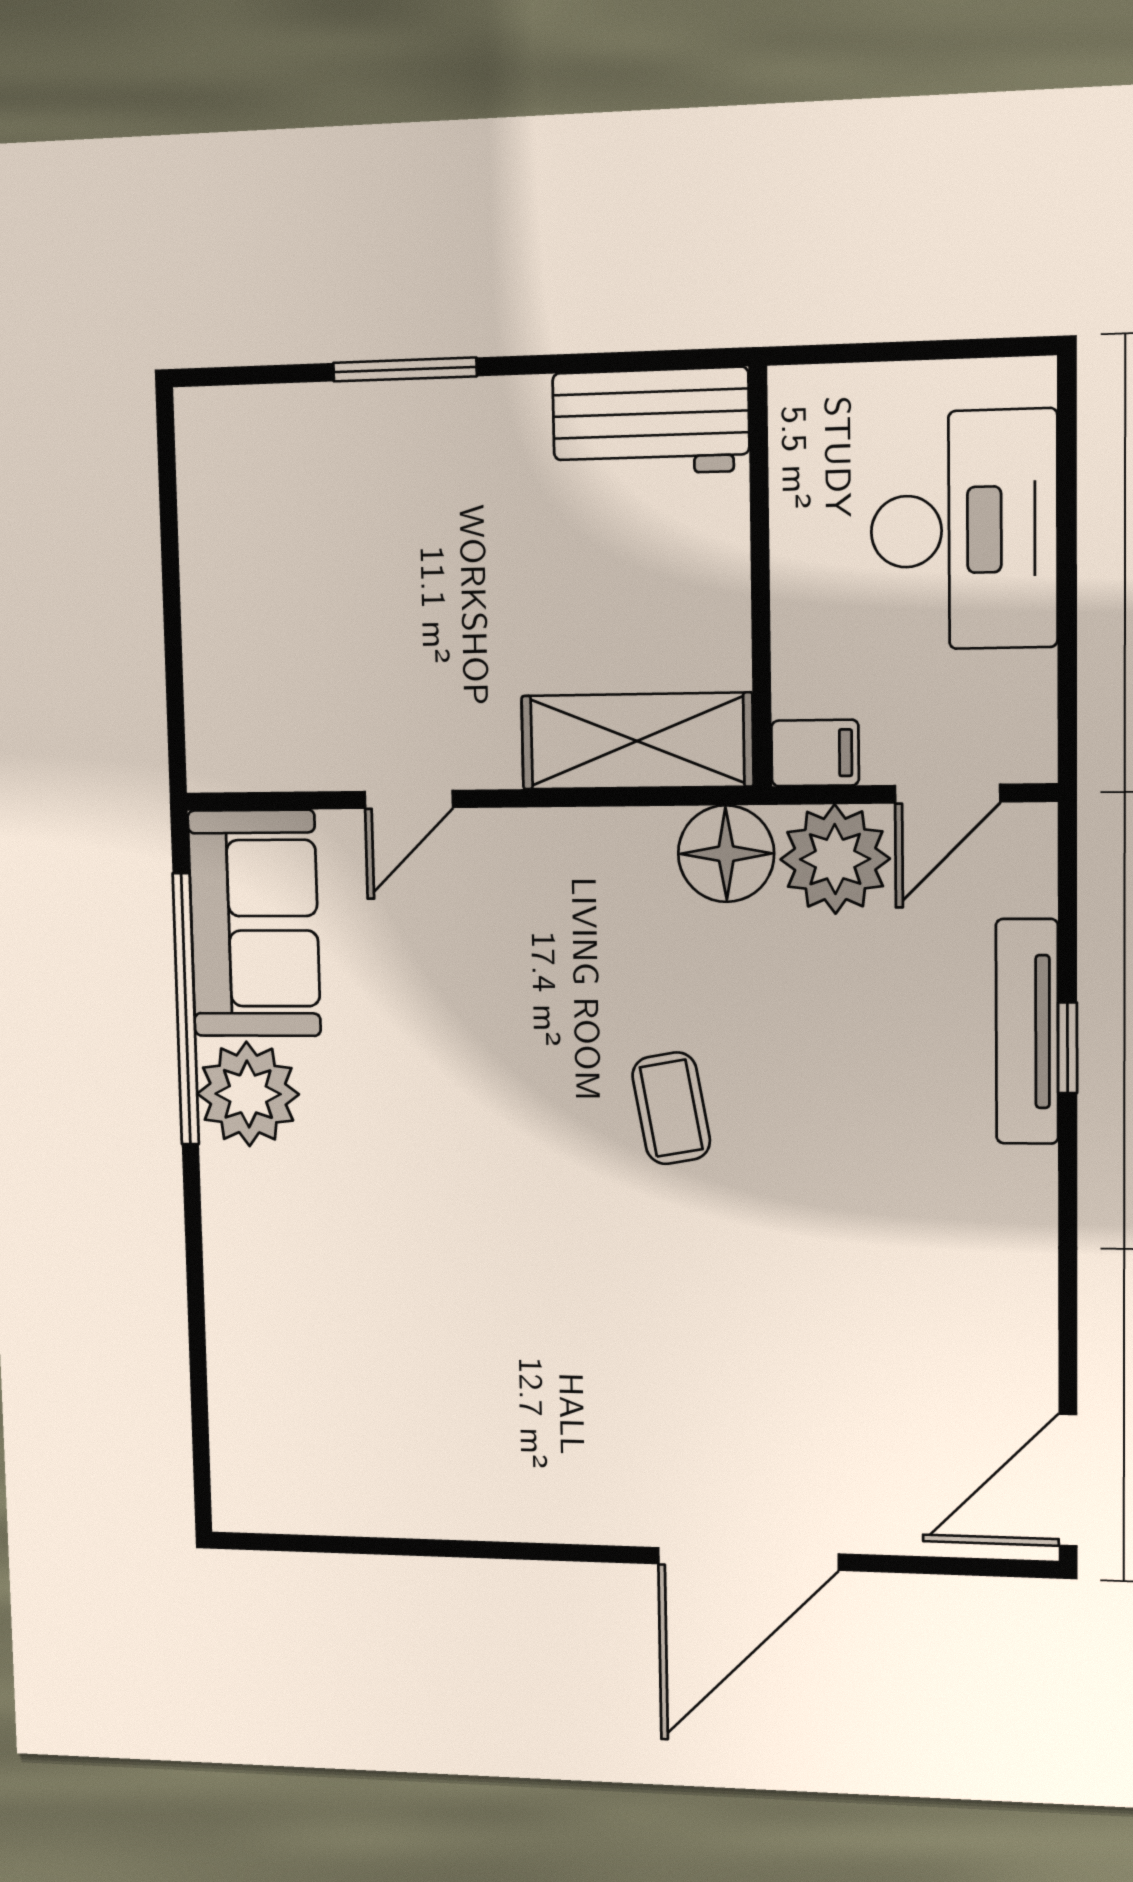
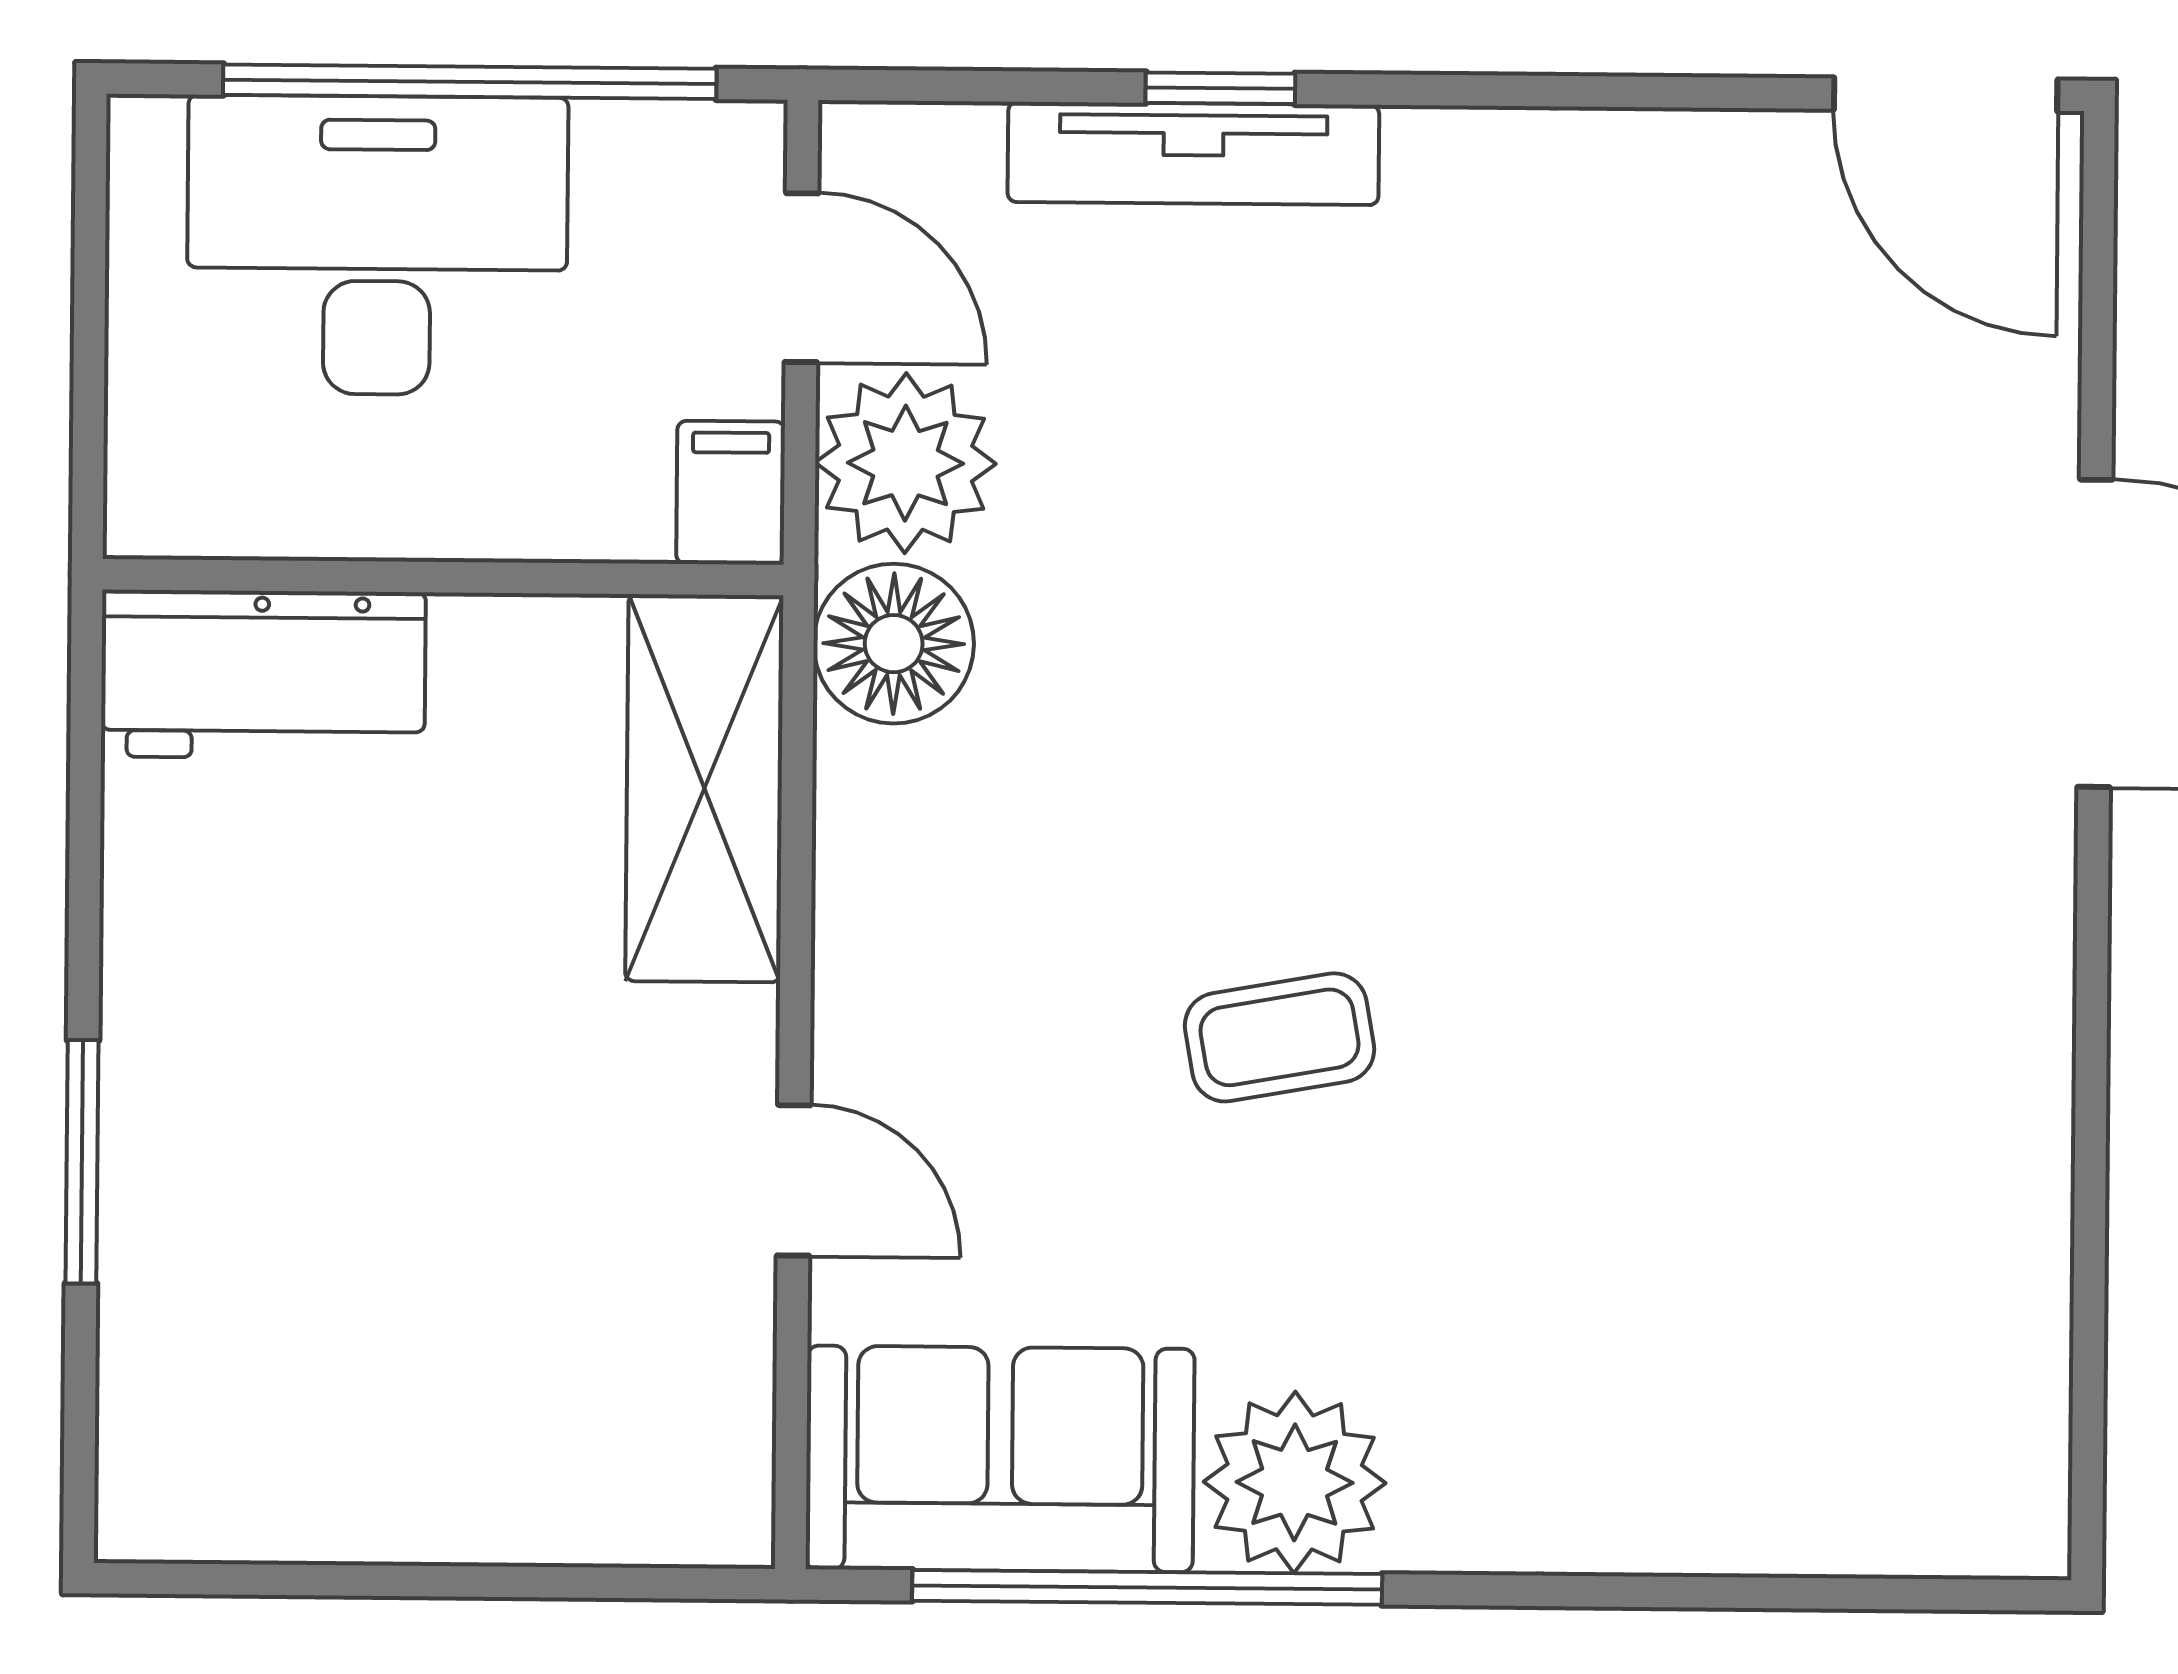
workbench: (651, 422) -> (263, 674), moved, turned 90
window: (1067, 585) -> (470, 82), added
coffee table: (671, 1108) -> (1280, 1037), moved

